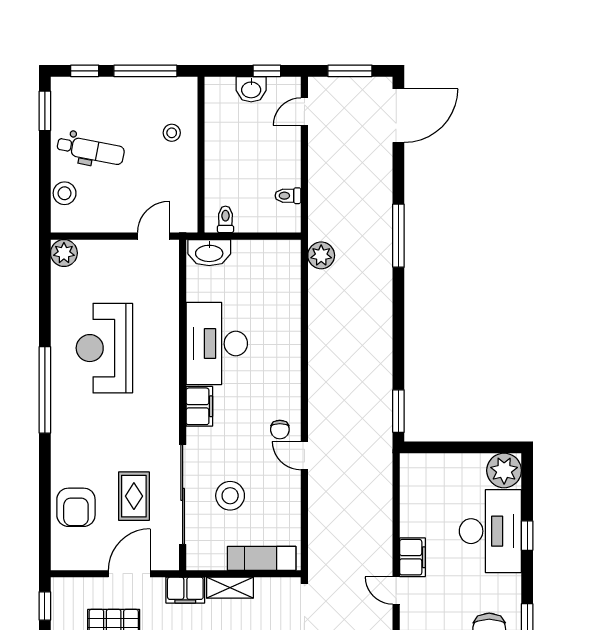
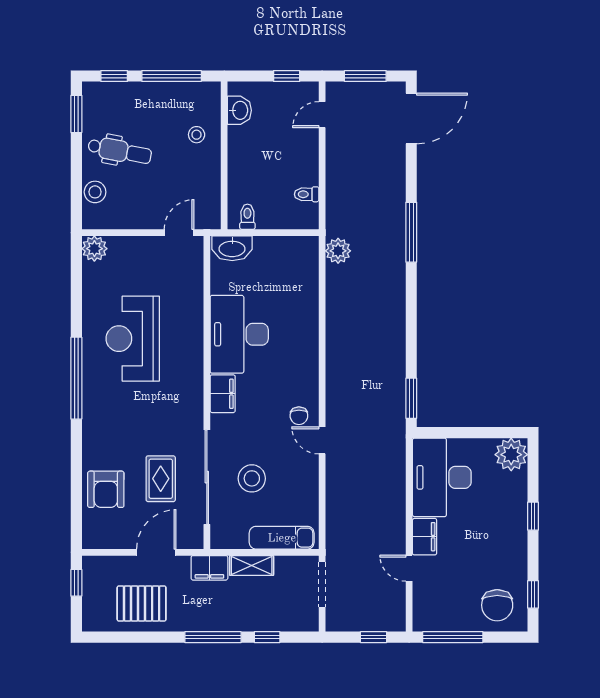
washbasin: (251, 89) -> (239, 110), moved, turned -90
desk: (490, 531) -> (442, 477), moved, turned 180

